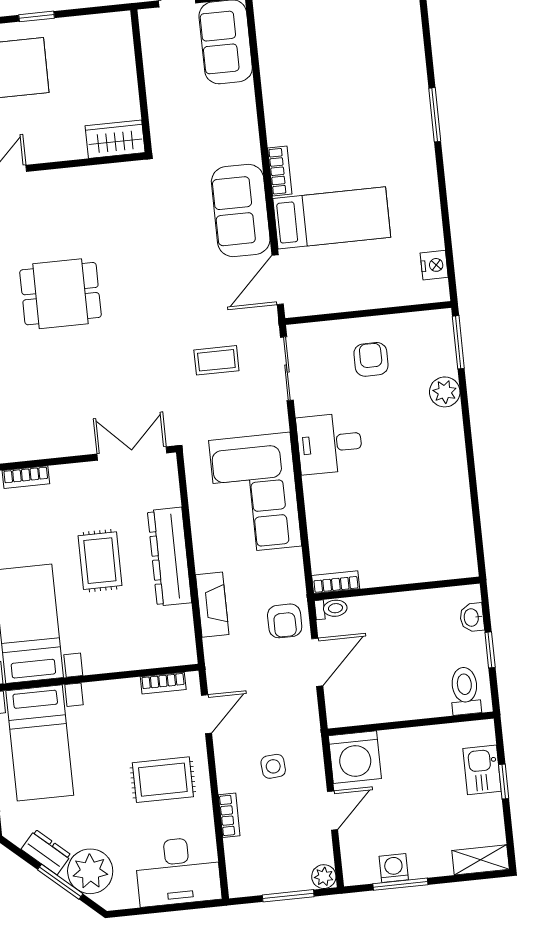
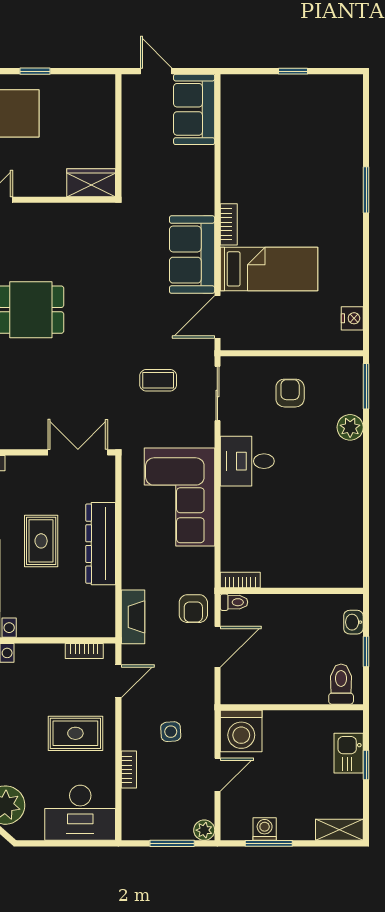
fireplace: (212, 605) -> (133, 617), moved

